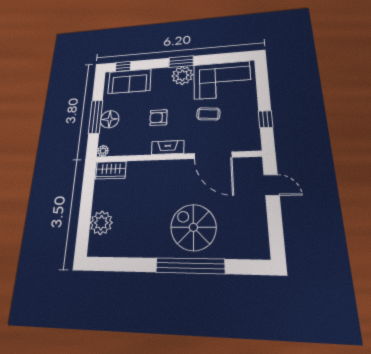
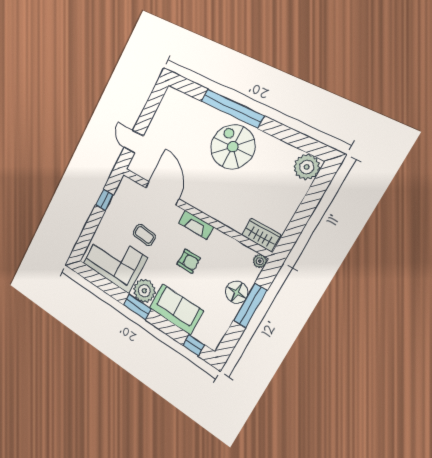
sofa: (130, 81) -> (176, 309), moved
plant: (101, 223) -> (307, 167), moved
spiral stairs: (193, 227) -> (233, 147), moved, turned 180

